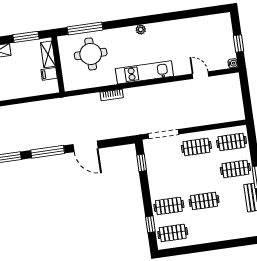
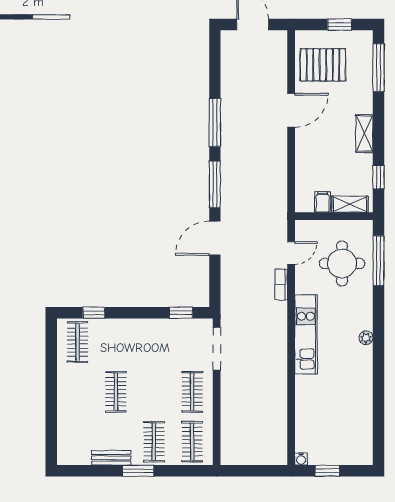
window: (26, 37) -> (378, 177), width x0.67
door: (200, 75) -> (291, 253), moved
clothes rail: (169, 206) -> (116, 342), removed

